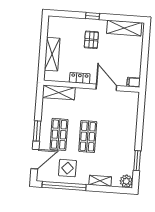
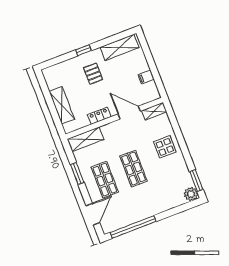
filing cabinet: (134, 82) -> (146, 77), moved
window: (37, 131) -> (77, 173), moved
window: (137, 161) -> (196, 181), moved
display table: (67, 168) -> (165, 147), moved
shelving: (100, 181) -> (154, 111), moved

